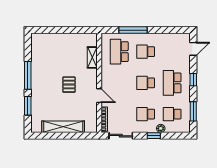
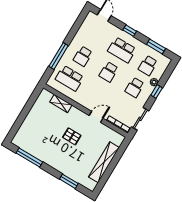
window: (28, 75) -> (29, 158), moved

